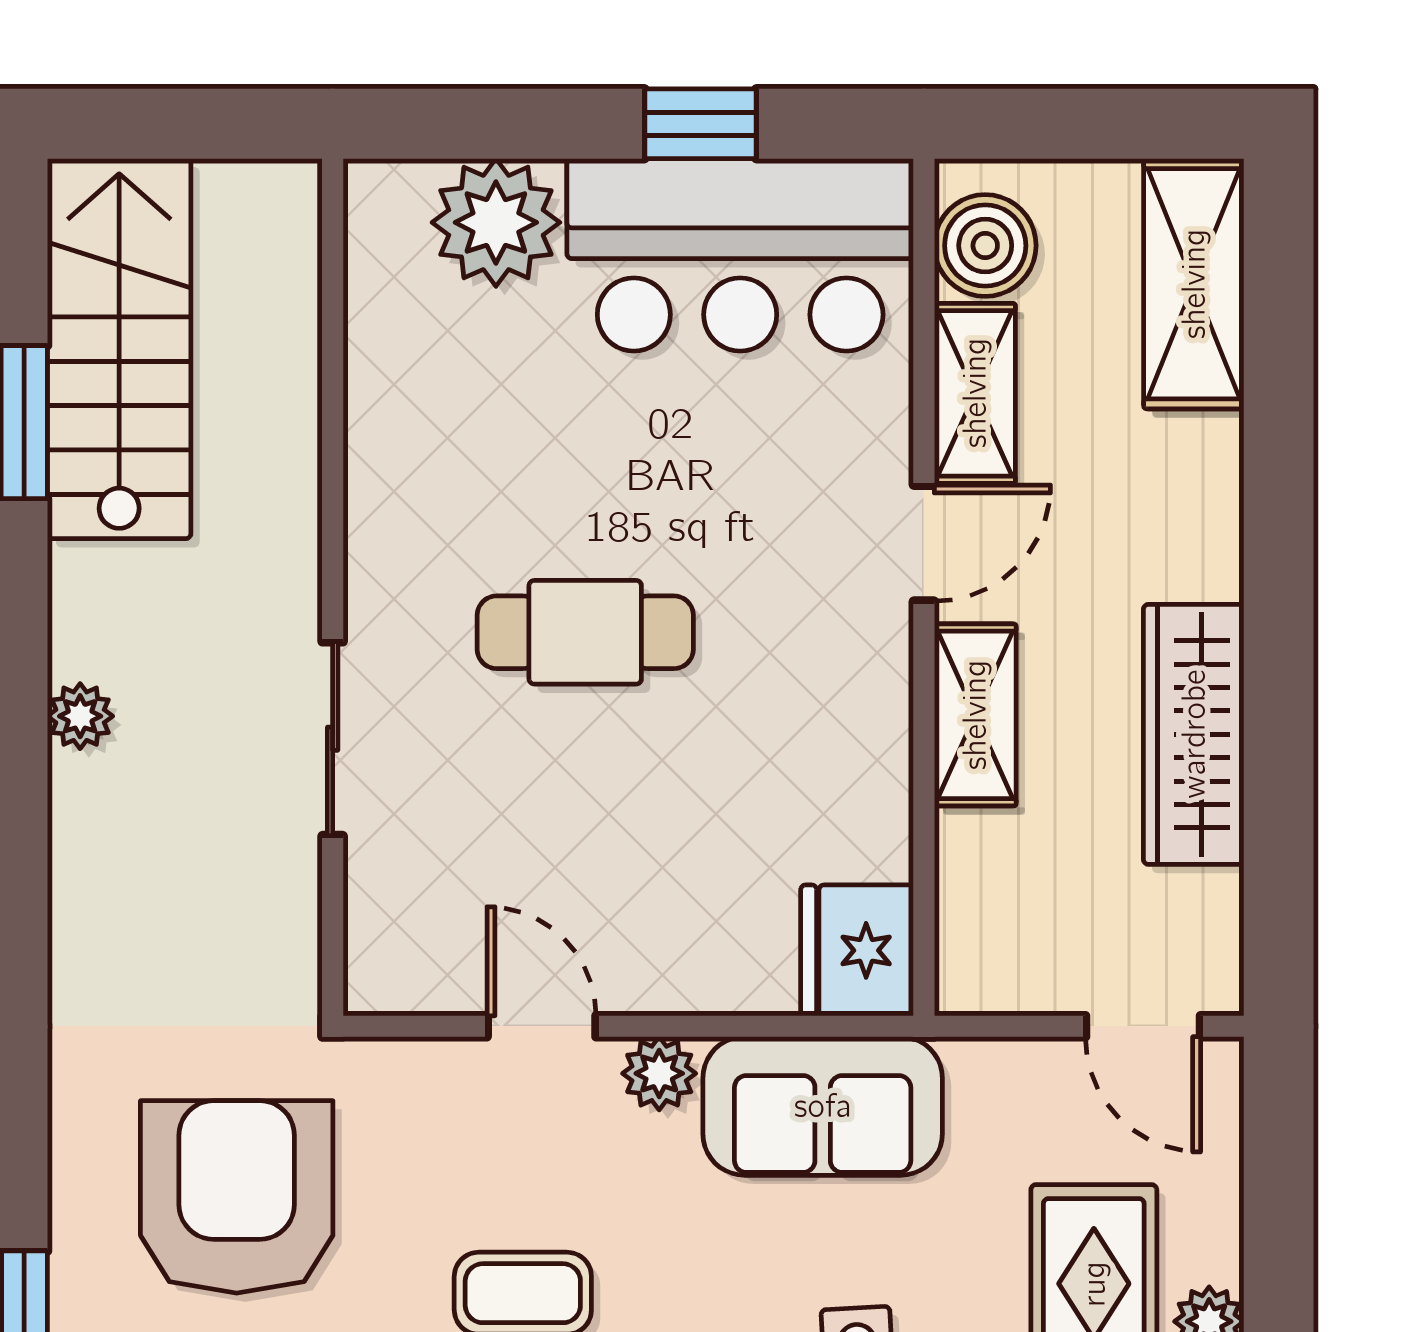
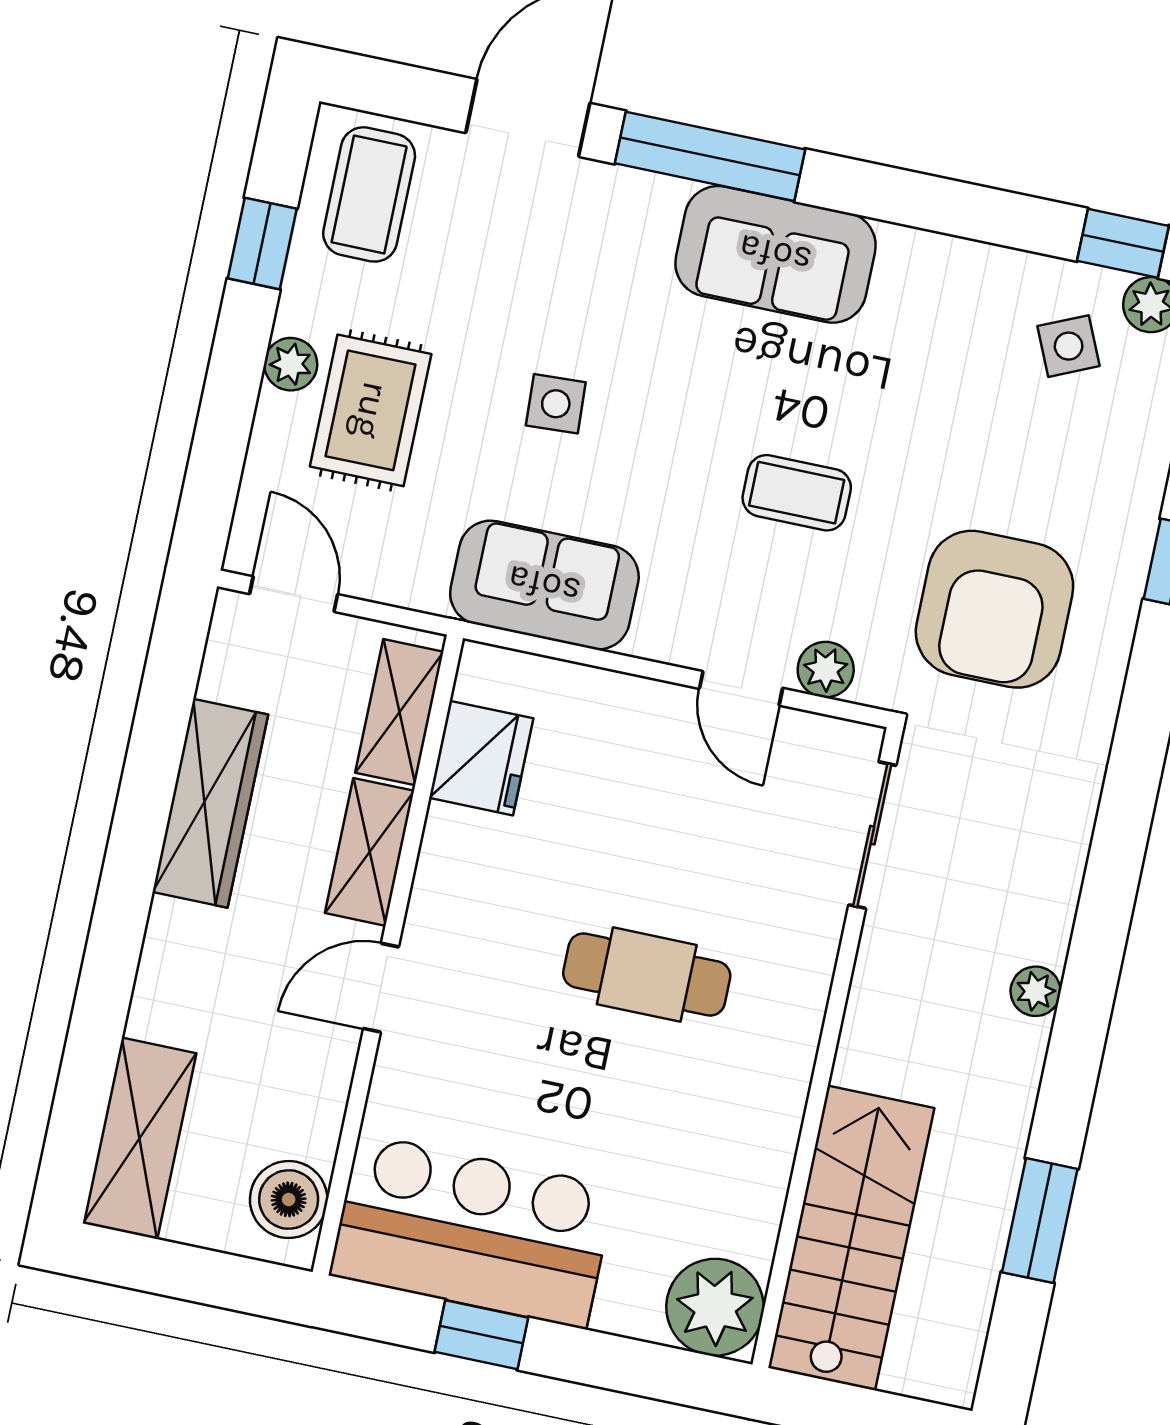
plant: (496, 222) -> (715, 1307), moved
stairs: (119, 349) -> (851, 1238), moved, turned 180
shelving: (975, 393) -> (399, 712), moved
sliding door: (333, 739) -> (872, 835), moved
fridge: (857, 950) -> (481, 758), moved
plant: (659, 1073) -> (826, 670), moved

